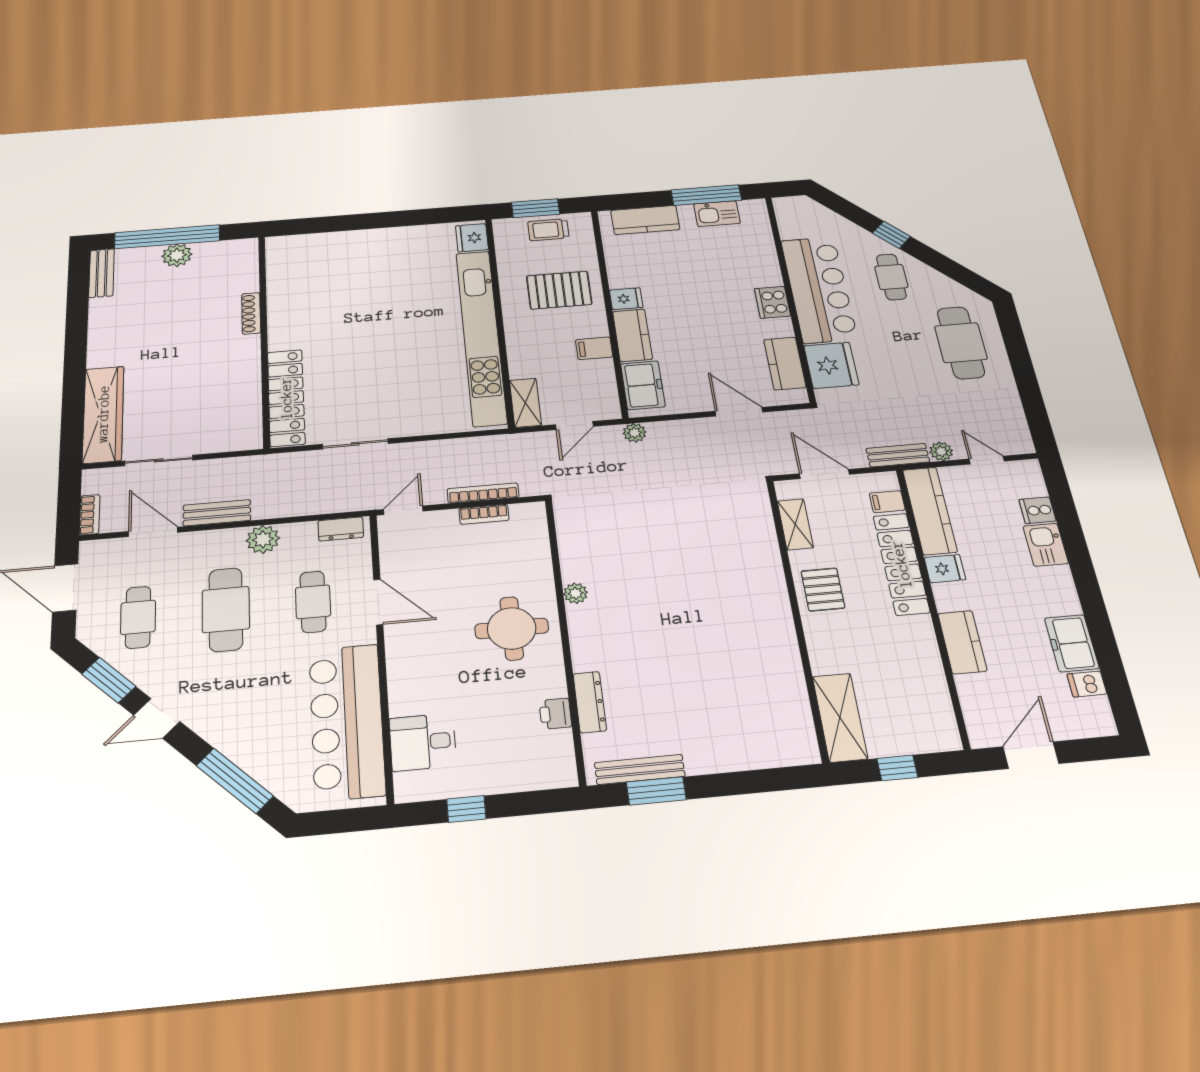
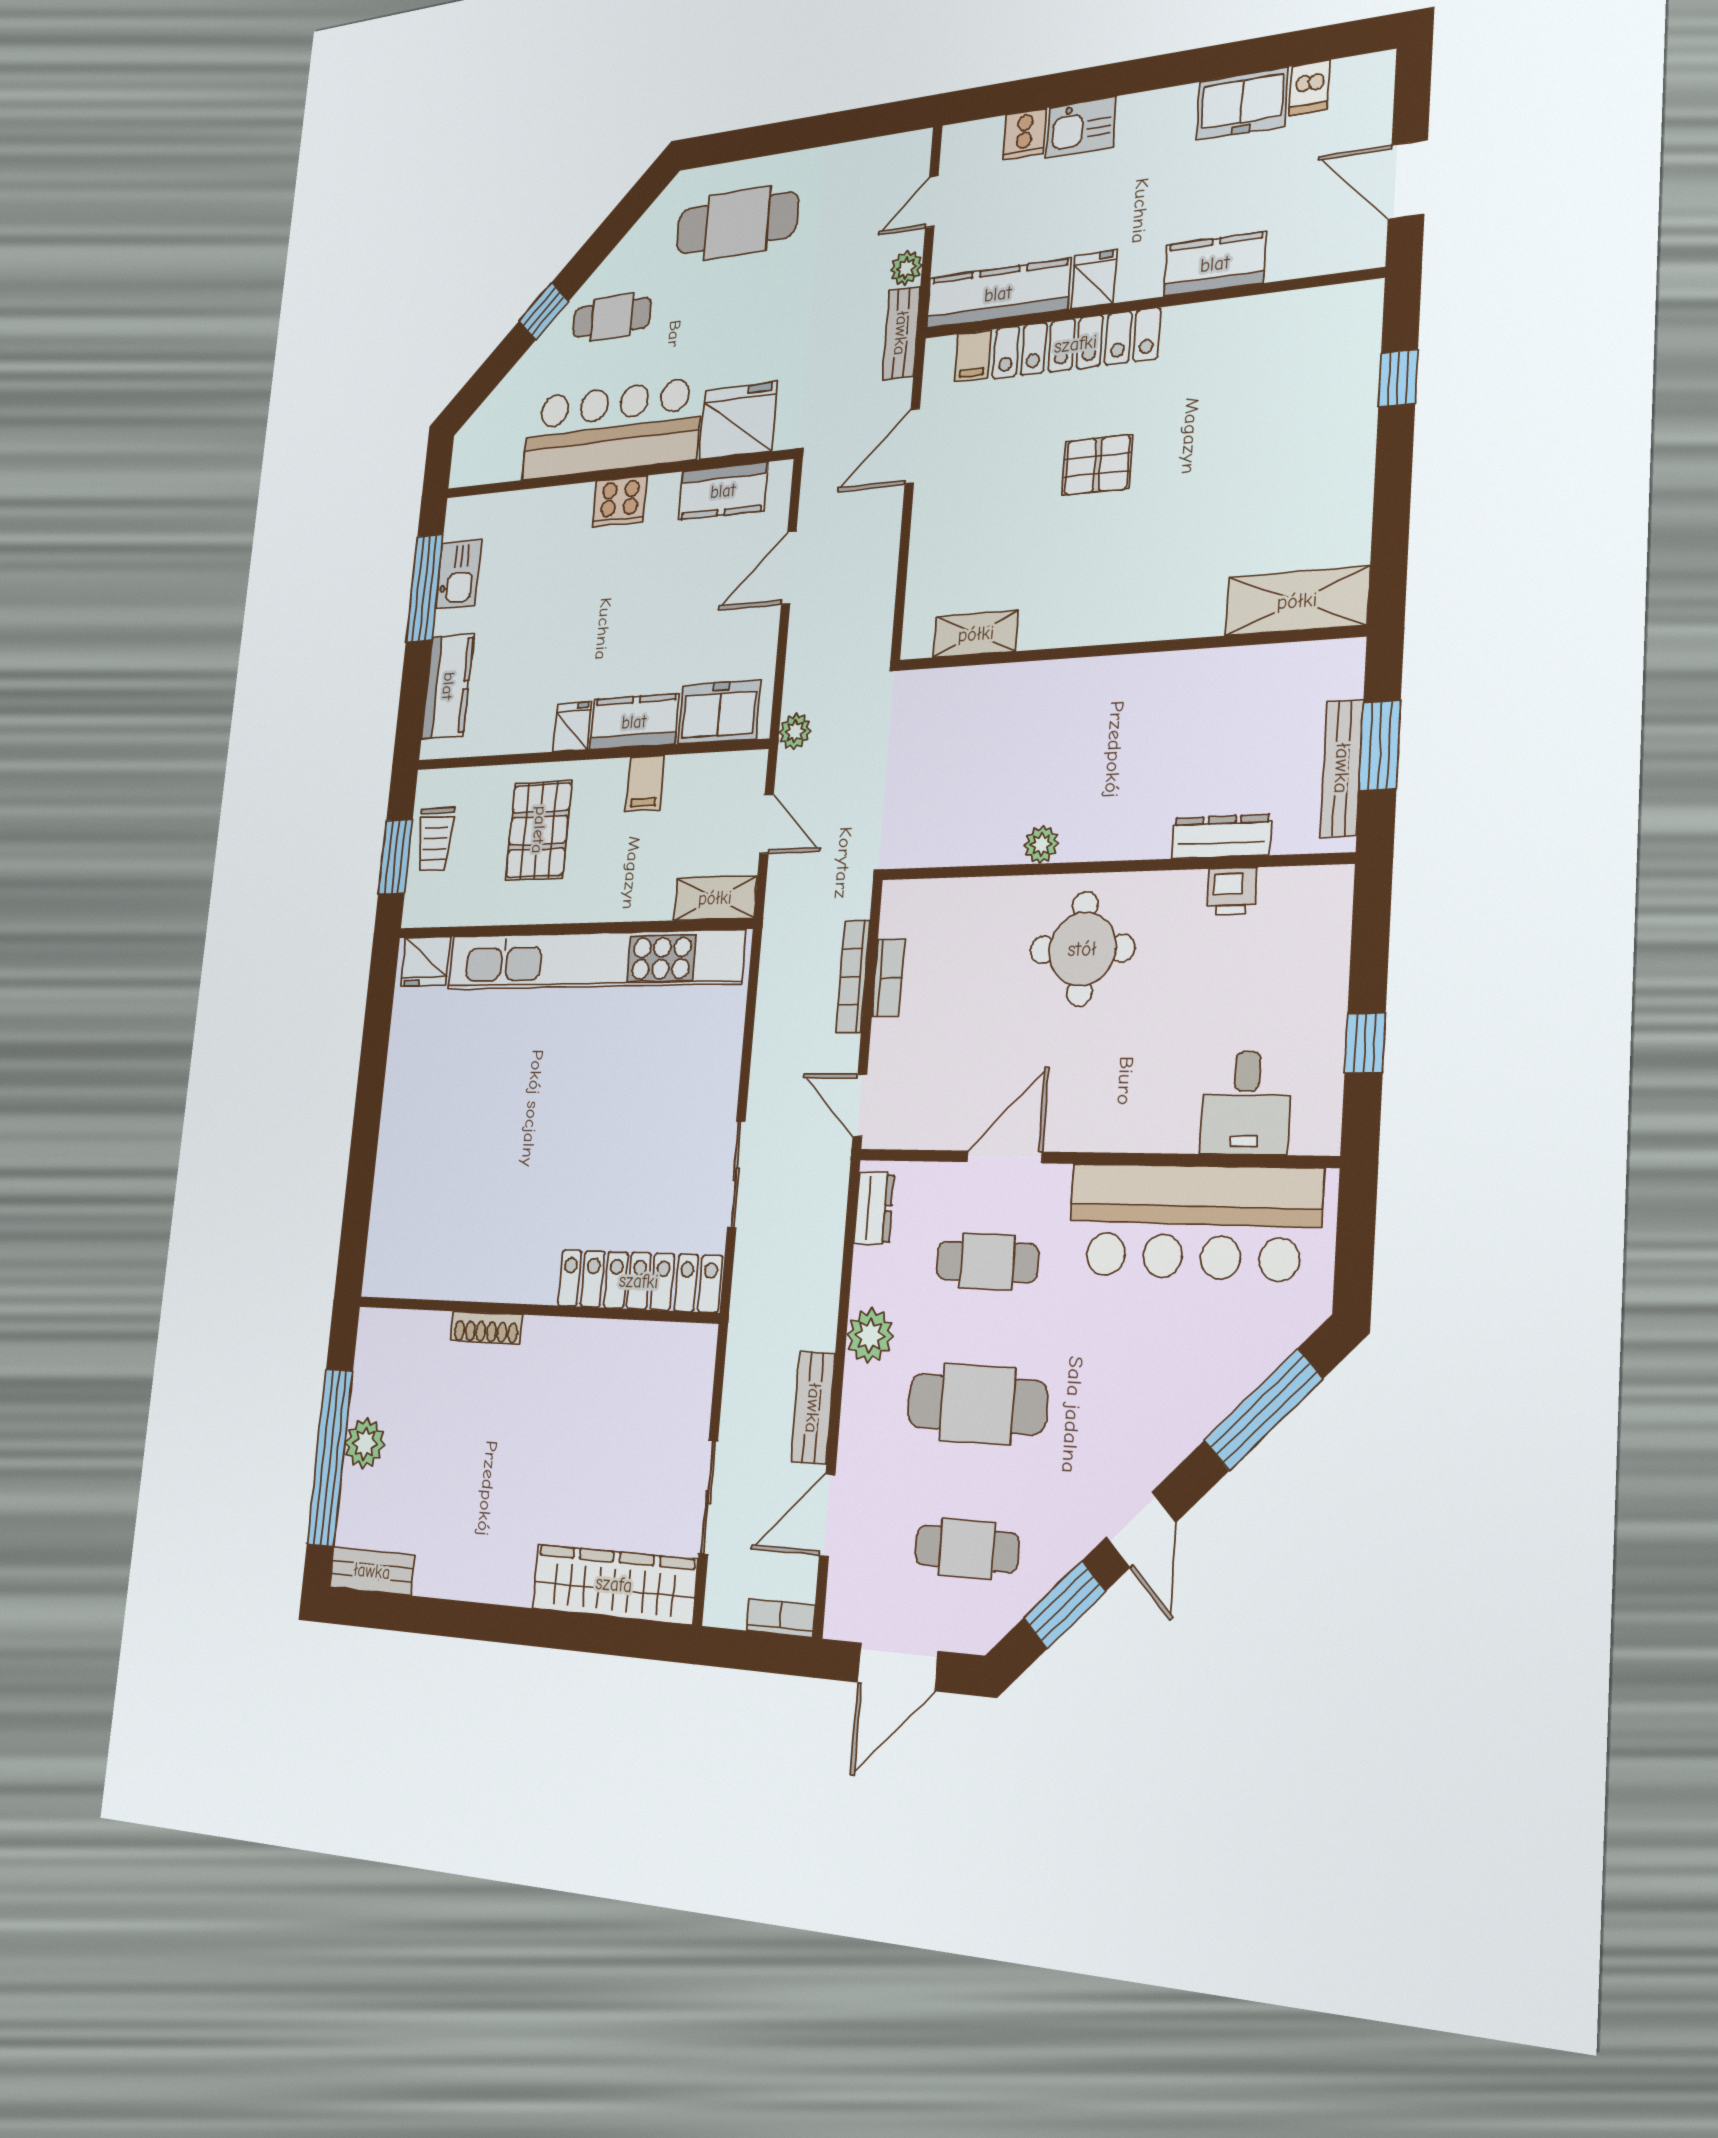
shelving: (795, 524) -> (976, 634), moved
wall: (797, 616) -> (1124, 649), moved
shelving: (840, 717) -> (1297, 601), moved

